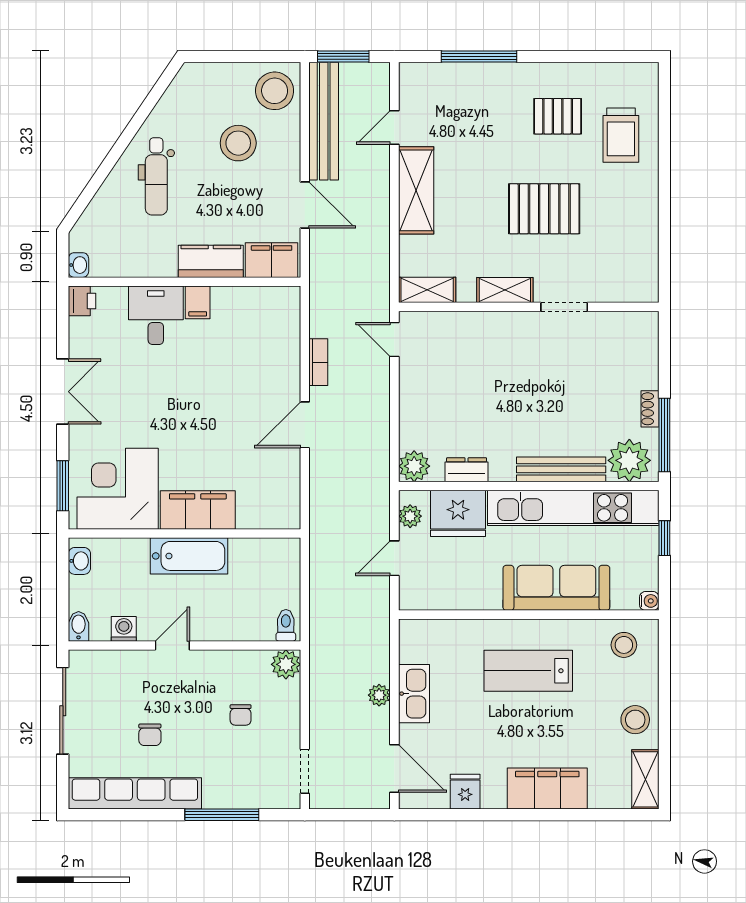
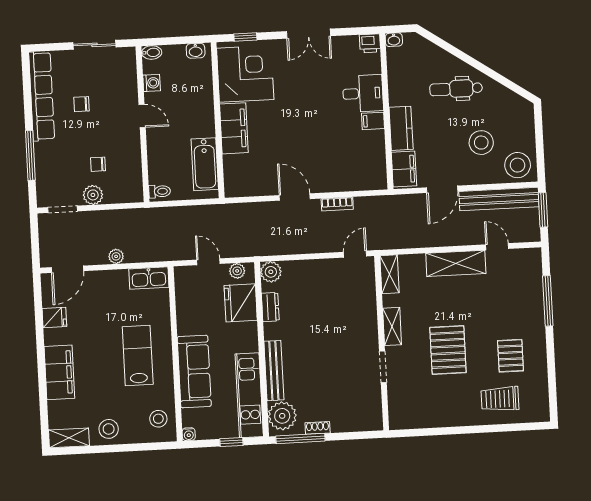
window: (63, 486) -> (245, 37), width x0.67
kitchen unit: (573, 508) -> (249, 395), width x0.73
bathtub: (189, 556) -> (205, 164), moved
plant: (286, 664) -> (93, 195), moved
kitchen sink: (414, 694) -> (149, 278), moved
sliding door: (63, 711) -> (94, 45), width x0.73

